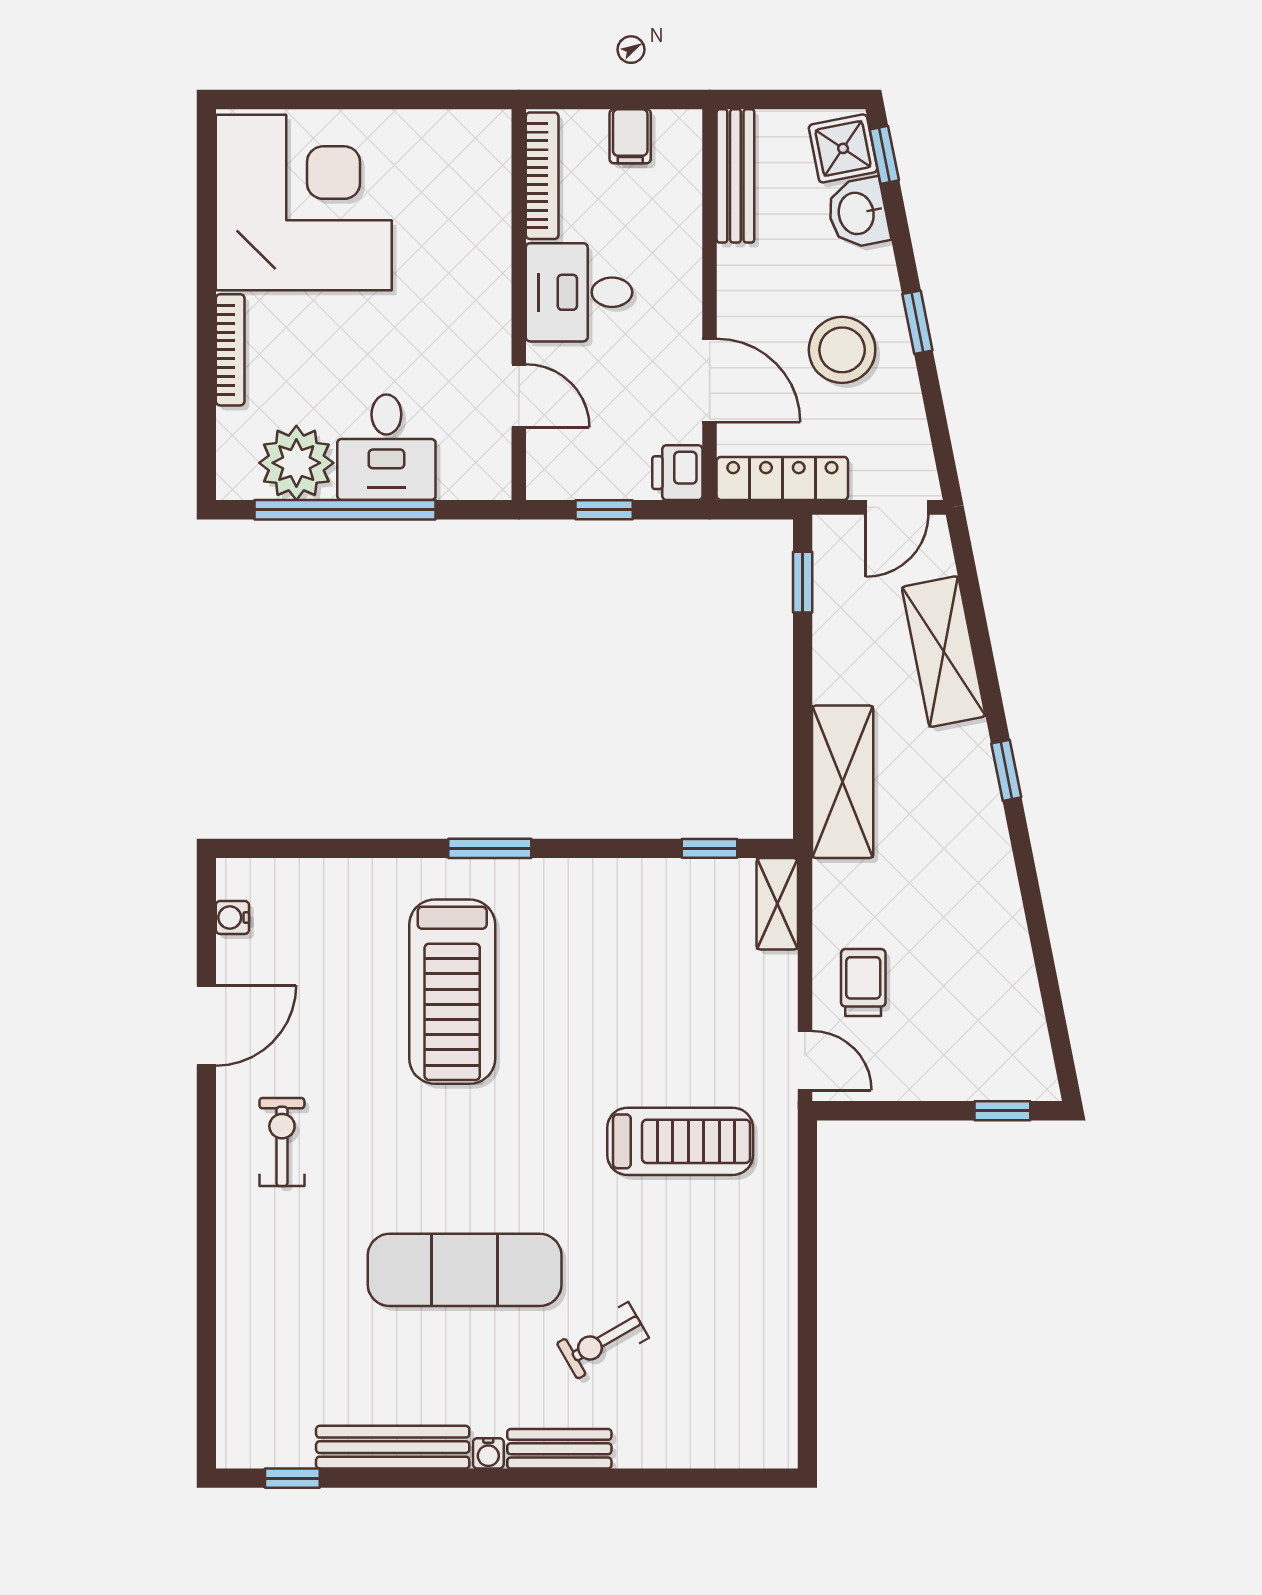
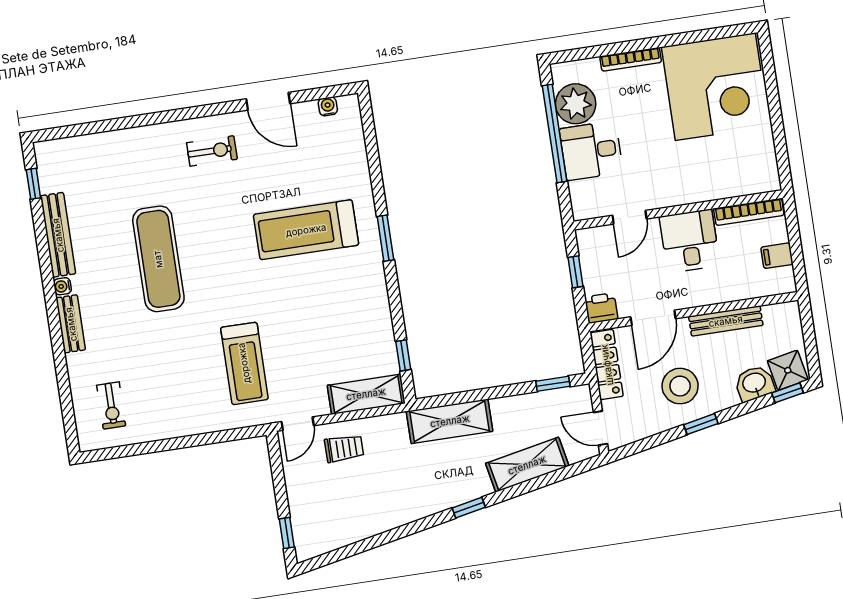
bench: (735, 176) -> (726, 321), moved
shelving: (777, 904) -> (366, 394), width x1.50, depth x1.33
exercise bike: (603, 1341) -> (111, 405), moved, turned -150

